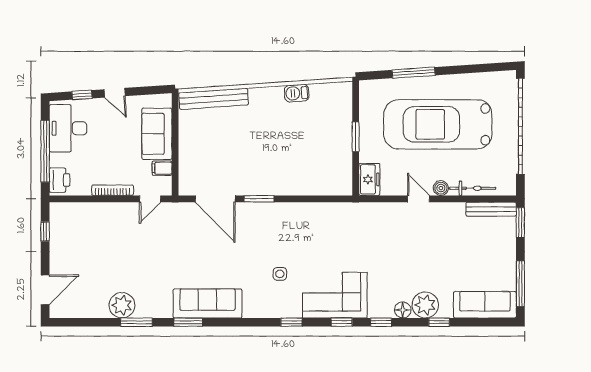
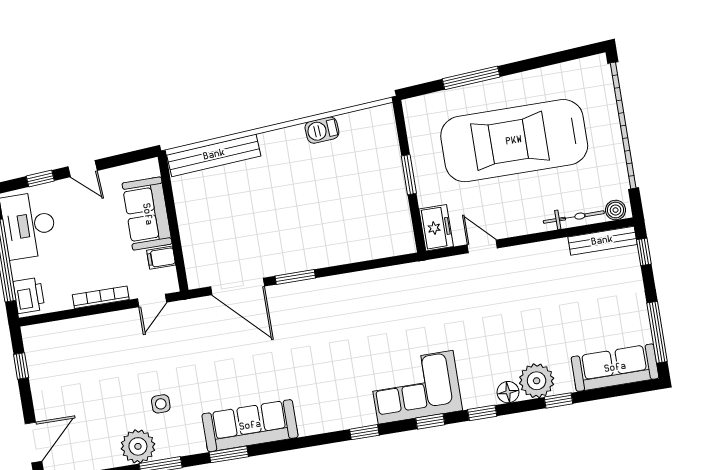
boiler: (441, 188) -> (616, 210), moved
door: (419, 199) -> (482, 246), moved
window: (520, 222) -> (644, 252), width x0.67
side table: (280, 274) -> (161, 404), moved

